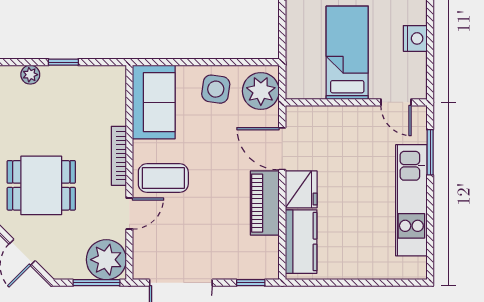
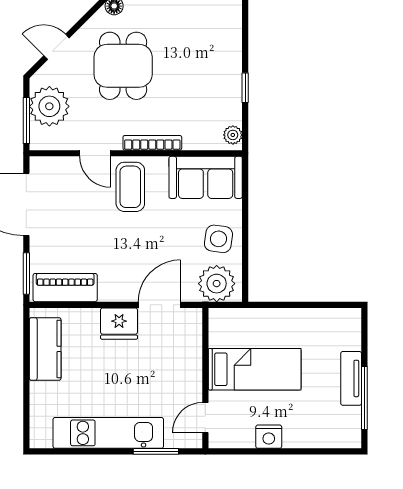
plant: (30, 75) -> (233, 135), moved
piano: (265, 203) -> (65, 288), moved
kitchen counter: (301, 242) -> (45, 349), moved, turned -90
plant: (106, 260) -> (49, 106), moved
window: (251, 283) -> (26, 274), width x1.50

